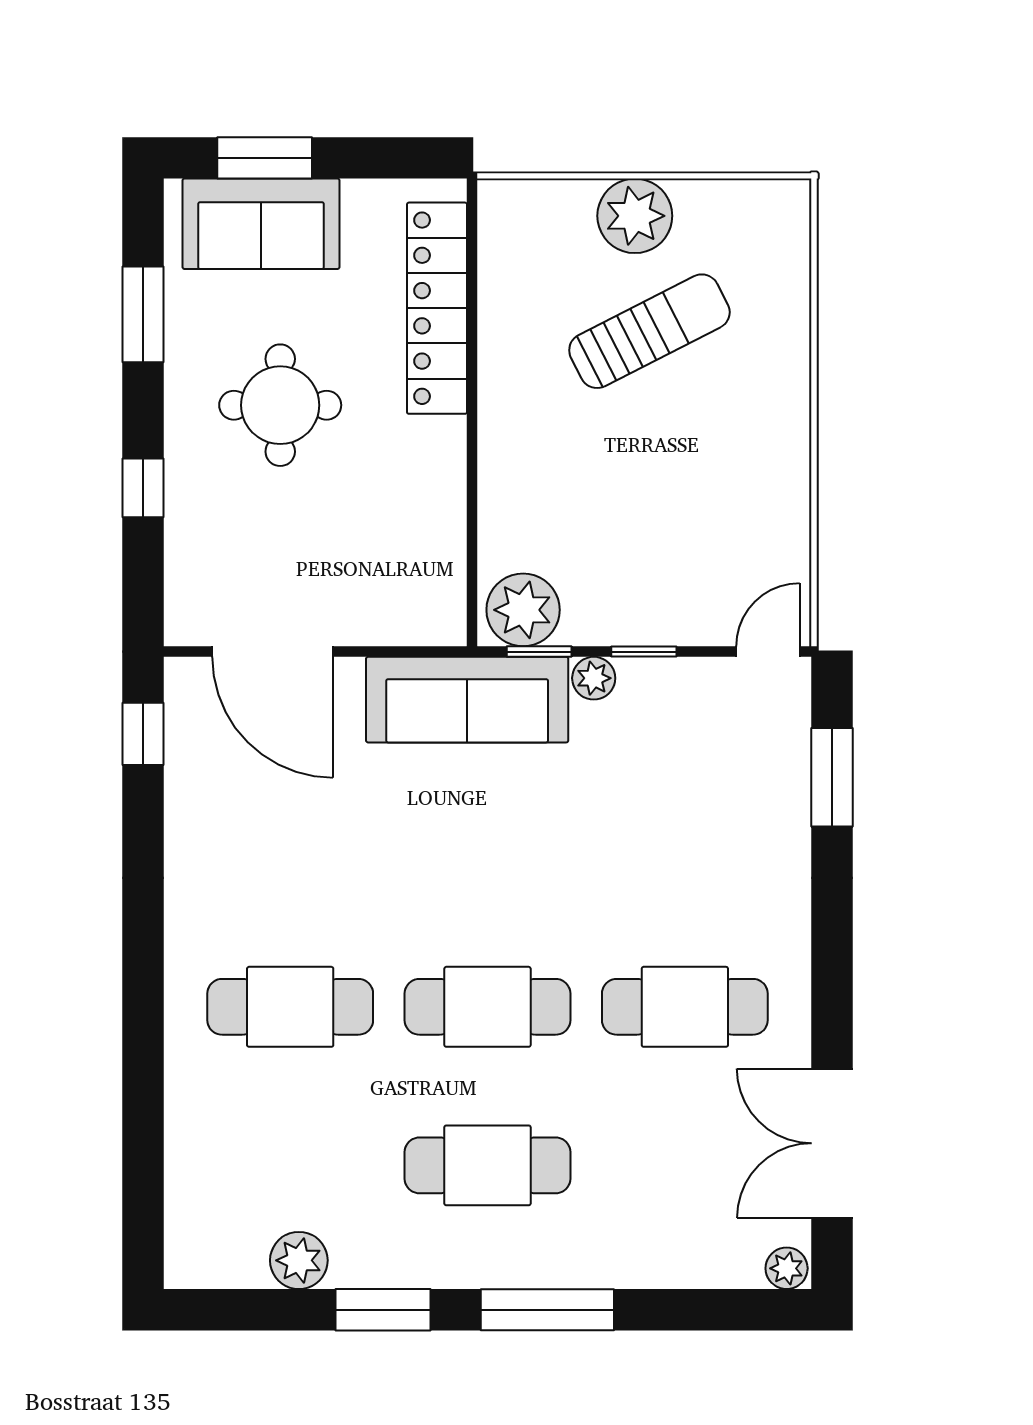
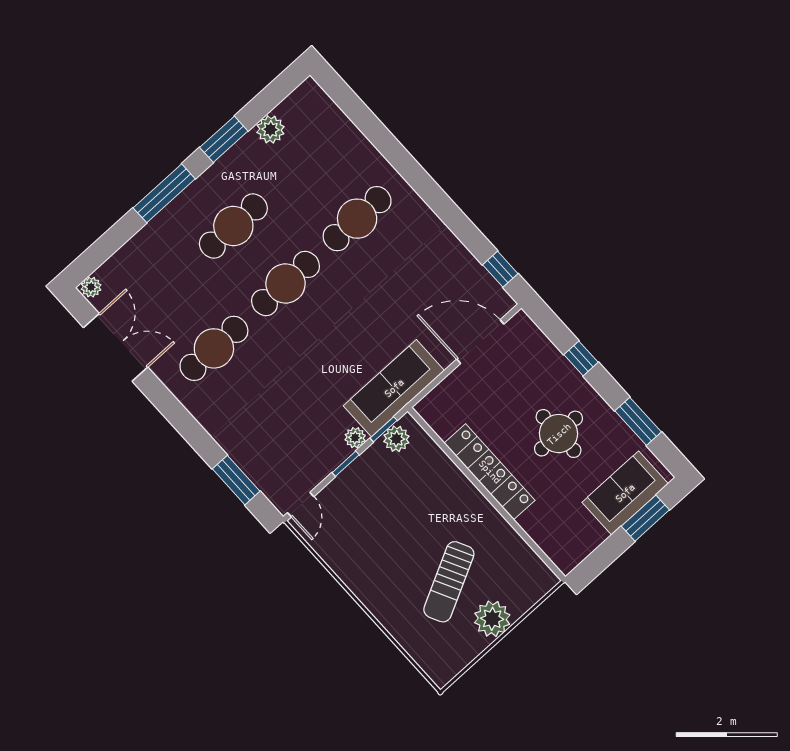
locker: (437, 308) -> (490, 472), moved
plant: (523, 610) -> (396, 439), width x0.73, depth x0.73

